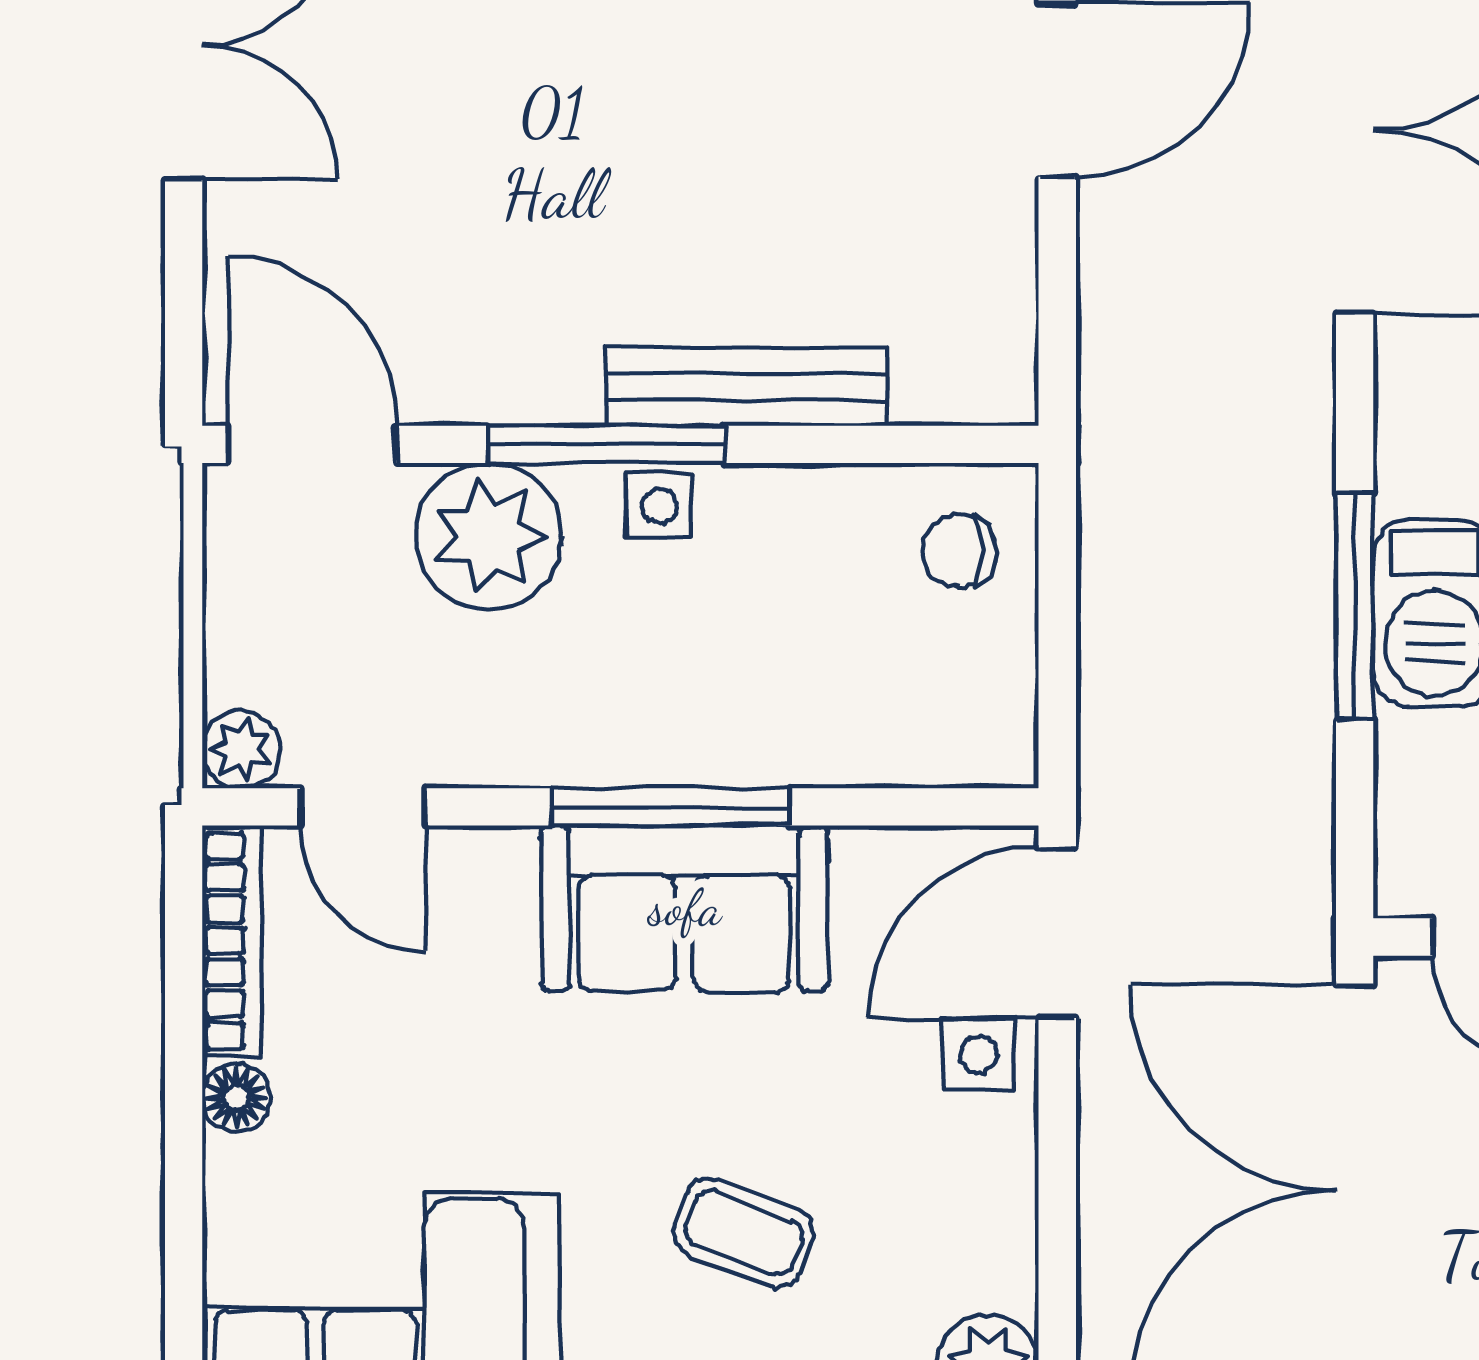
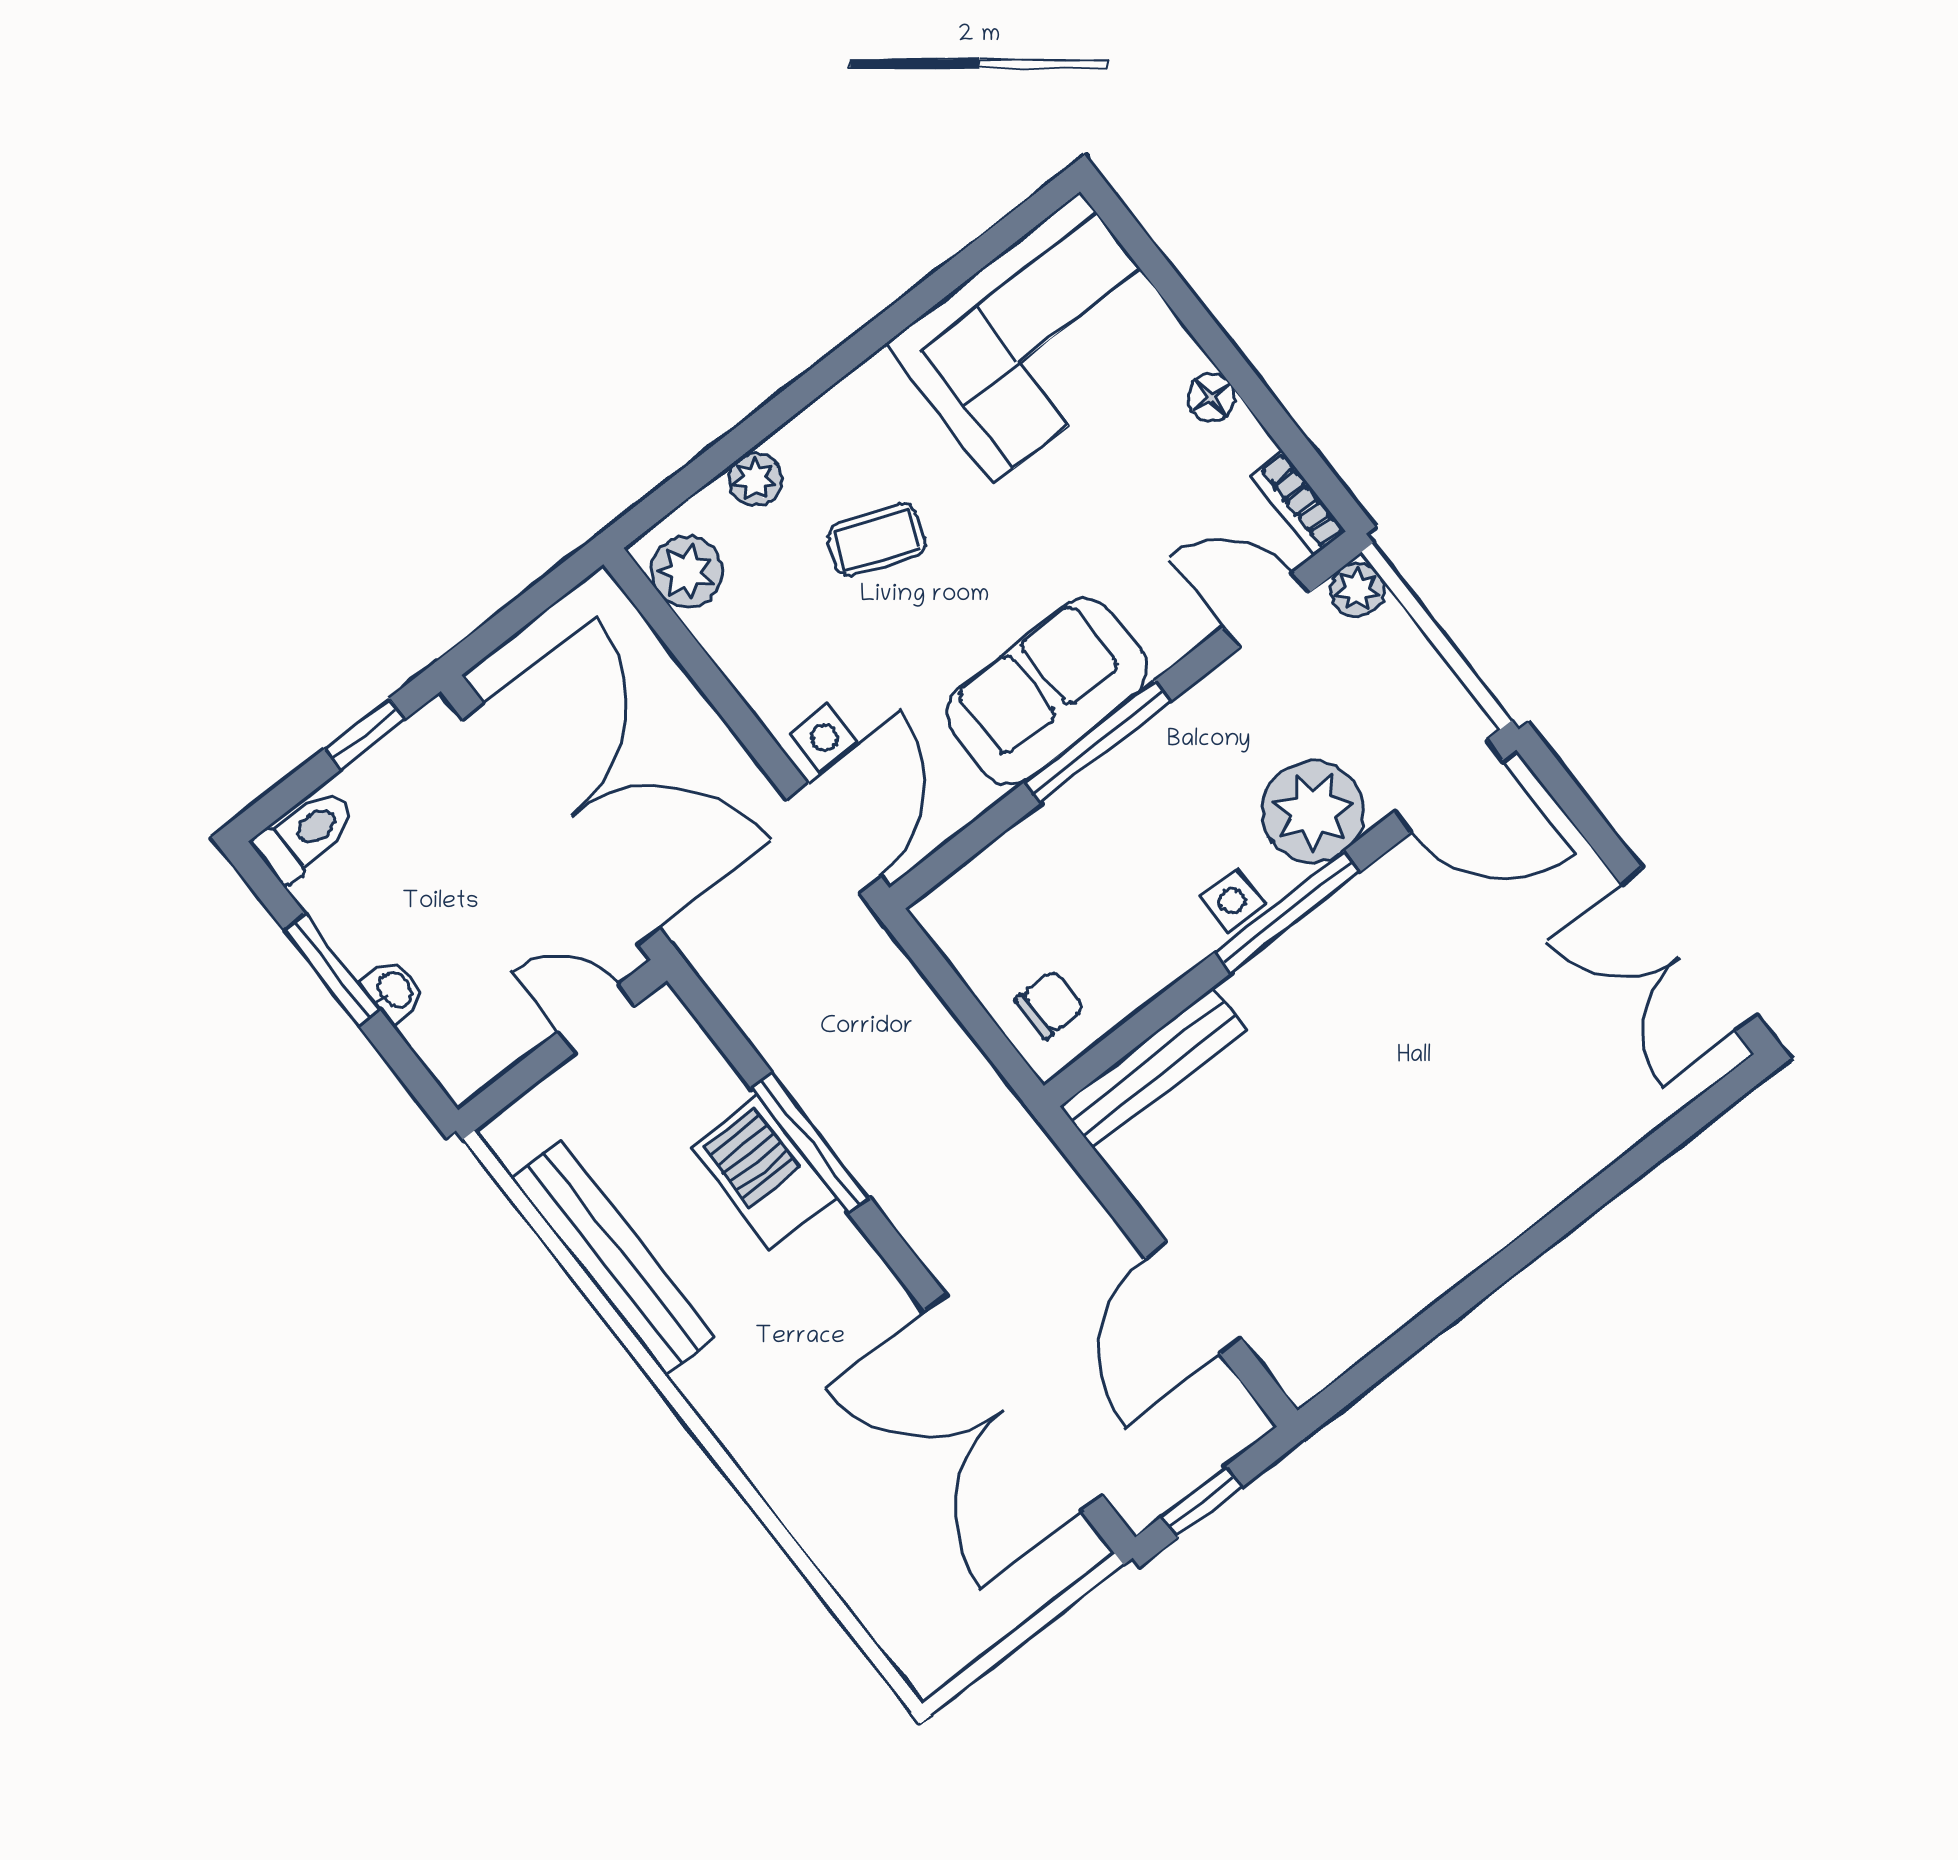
bench: (746, 387) -> (1153, 1068), moved
bookcase: (232, 941) -> (1298, 504), width x0.64

